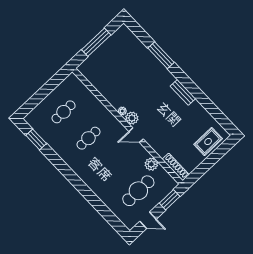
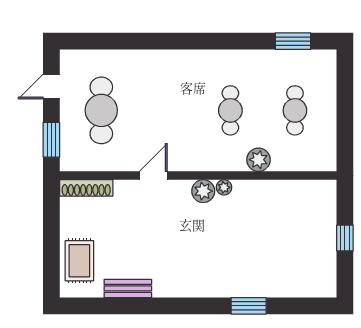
window: (96, 42) -> (345, 238), width x0.46
window: (161, 55) -> (249, 306), width x0.69
bench: (183, 92) -> (128, 288), moved
door: (136, 135) -> (153, 176), moved
plant: (151, 164) -> (258, 160), moved

